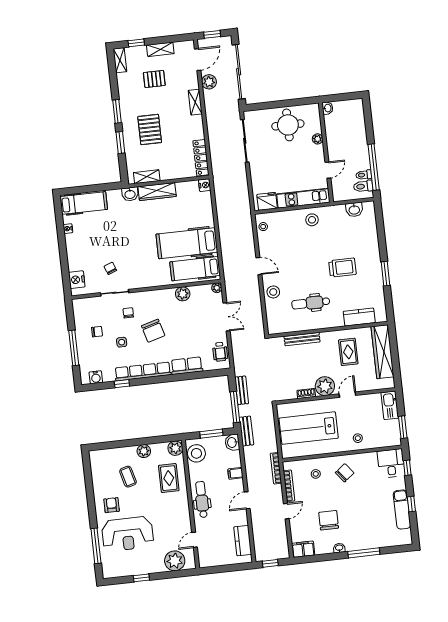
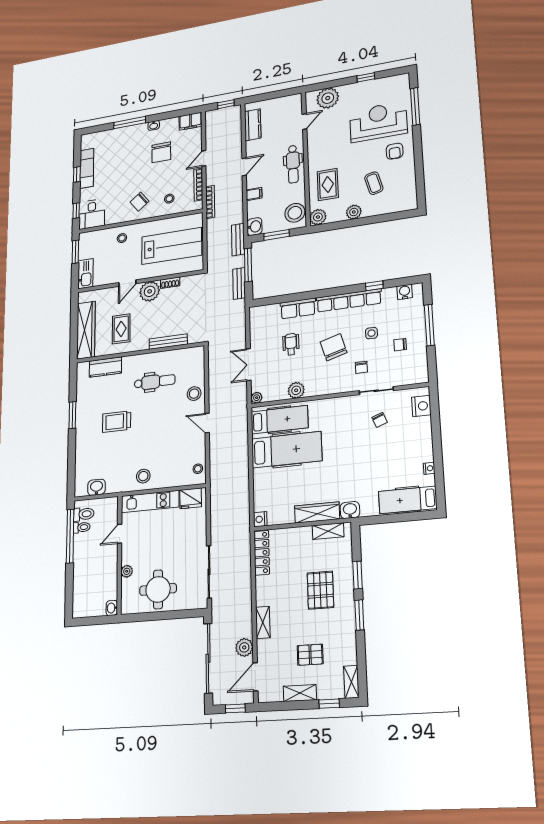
wheelchair: (220, 352) -> (291, 344), moved

